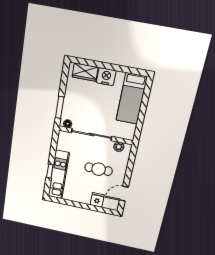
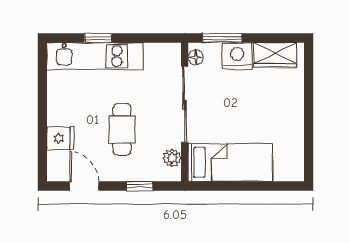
wardrobe: (85, 72) -> (275, 55), moved, turned -90
nightstand: (106, 77) -> (237, 56), moved, turned -90
bed: (132, 99) -> (230, 162), moved, turned 180
window: (130, 166) -> (140, 186), added

